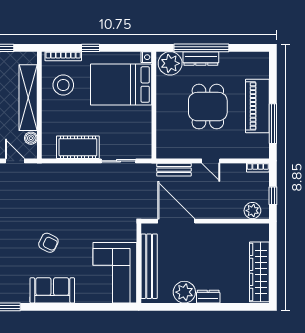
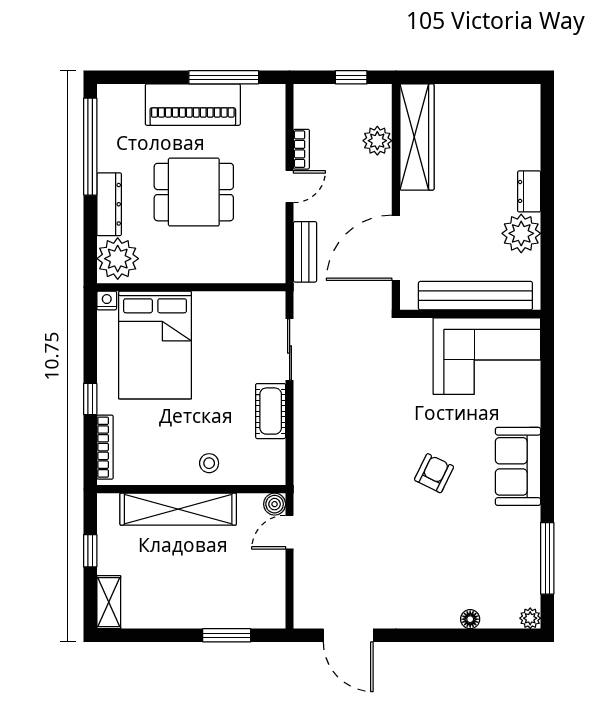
window: (201, 48) -> (90, 147), moved
stool: (63, 85) -> (209, 463), moved, width x0.53, depth x0.53
boiler: (31, 138) -> (275, 504), moved
cot: (78, 147) -> (271, 411), width x0.73, depth x0.75
bookcase: (258, 168) -> (301, 149), moved
plant: (252, 211) -> (377, 141), moved
wardrobe: (259, 272) -> (417, 137), moved, turned -90

